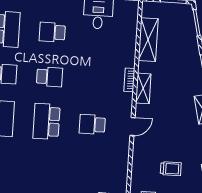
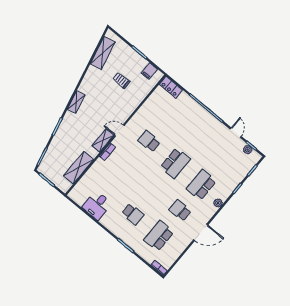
school desk: (49, 77) -> (154, 189), removed
school desk: (92, 124) -> (149, 141), turned 180
door: (132, 127) -> (119, 130), moved

